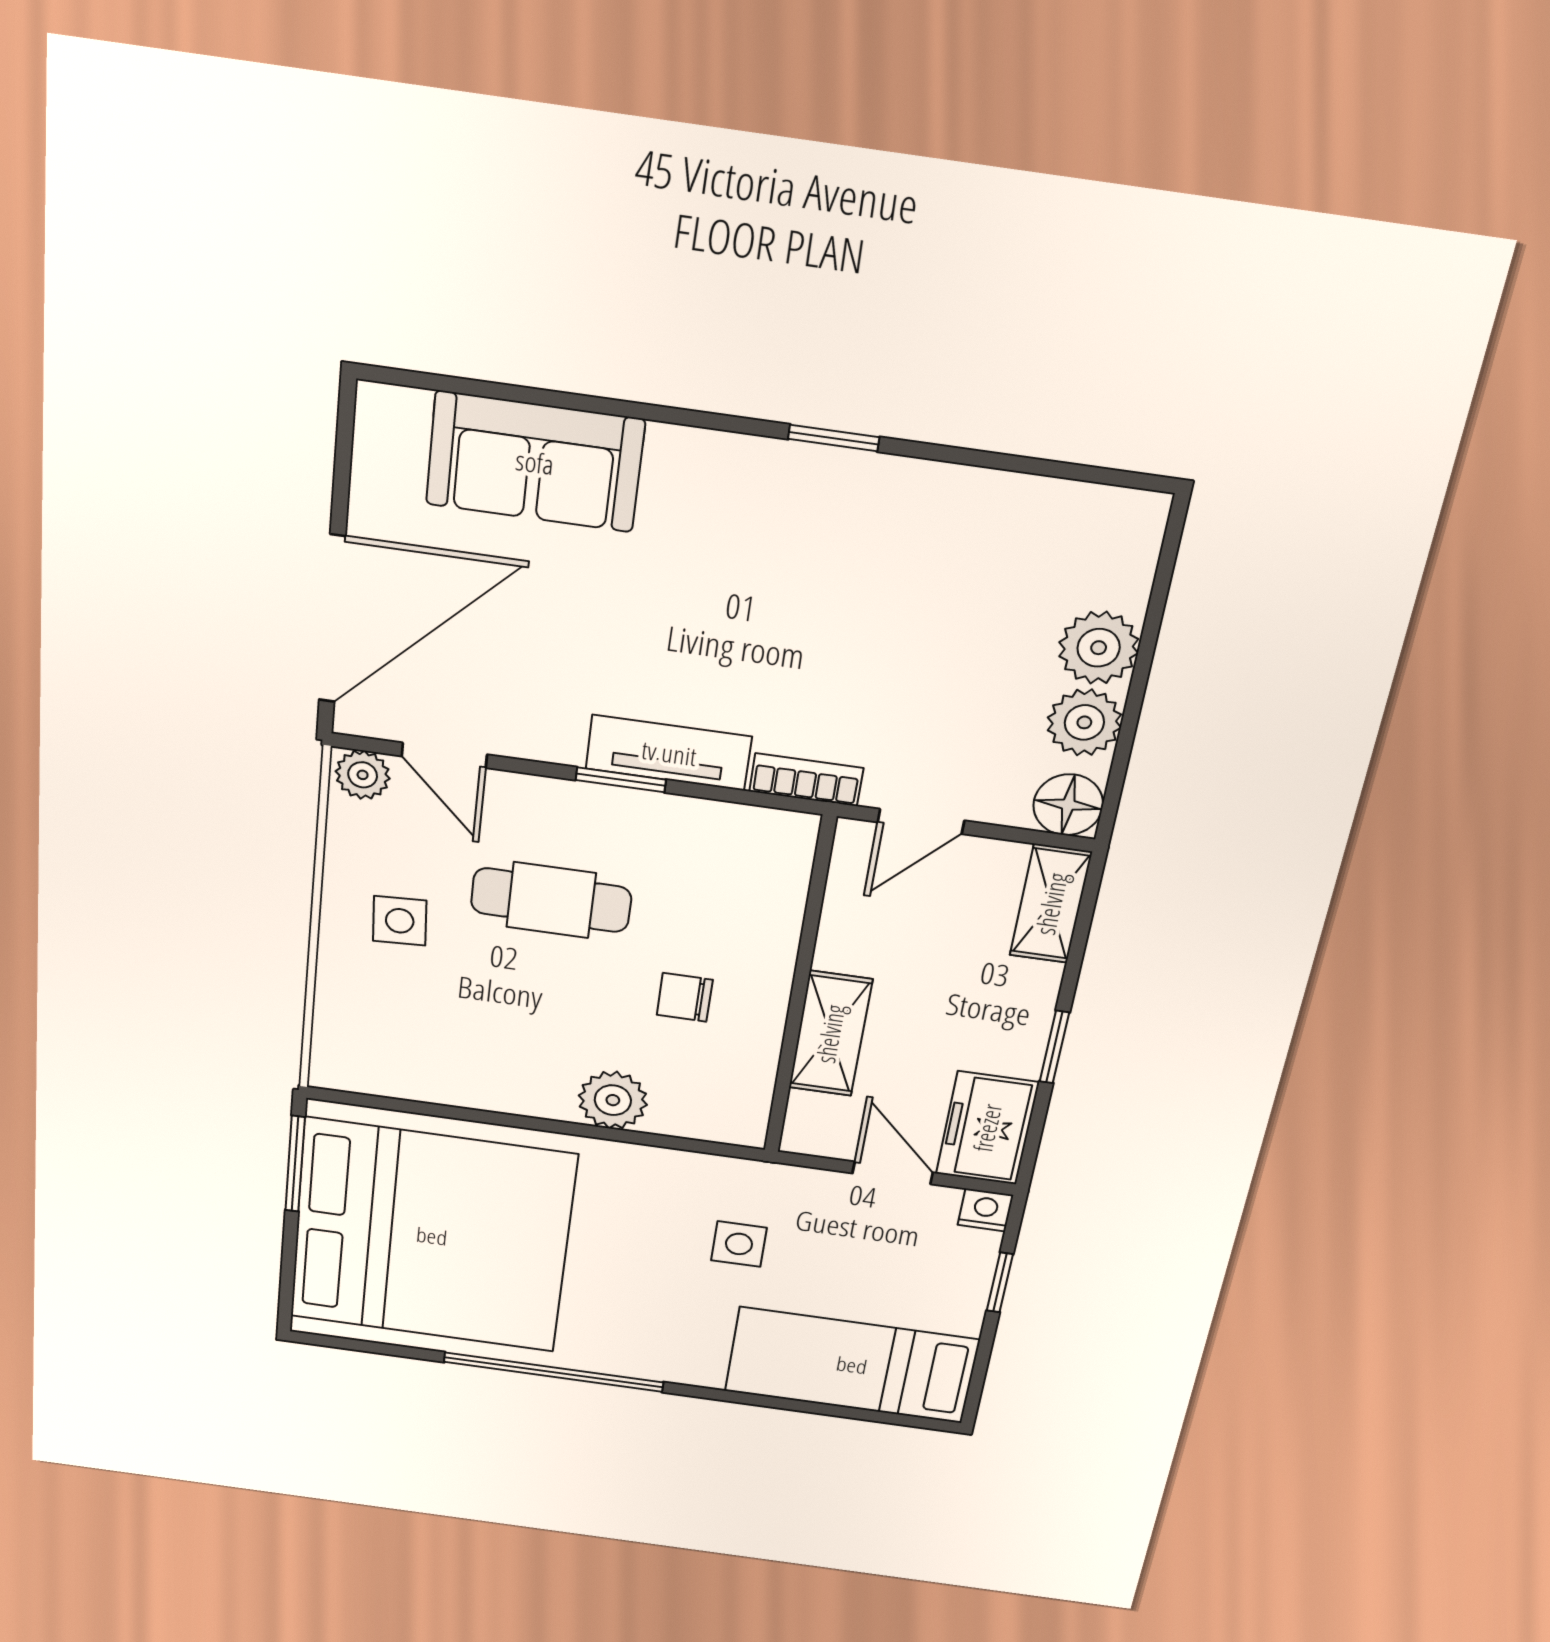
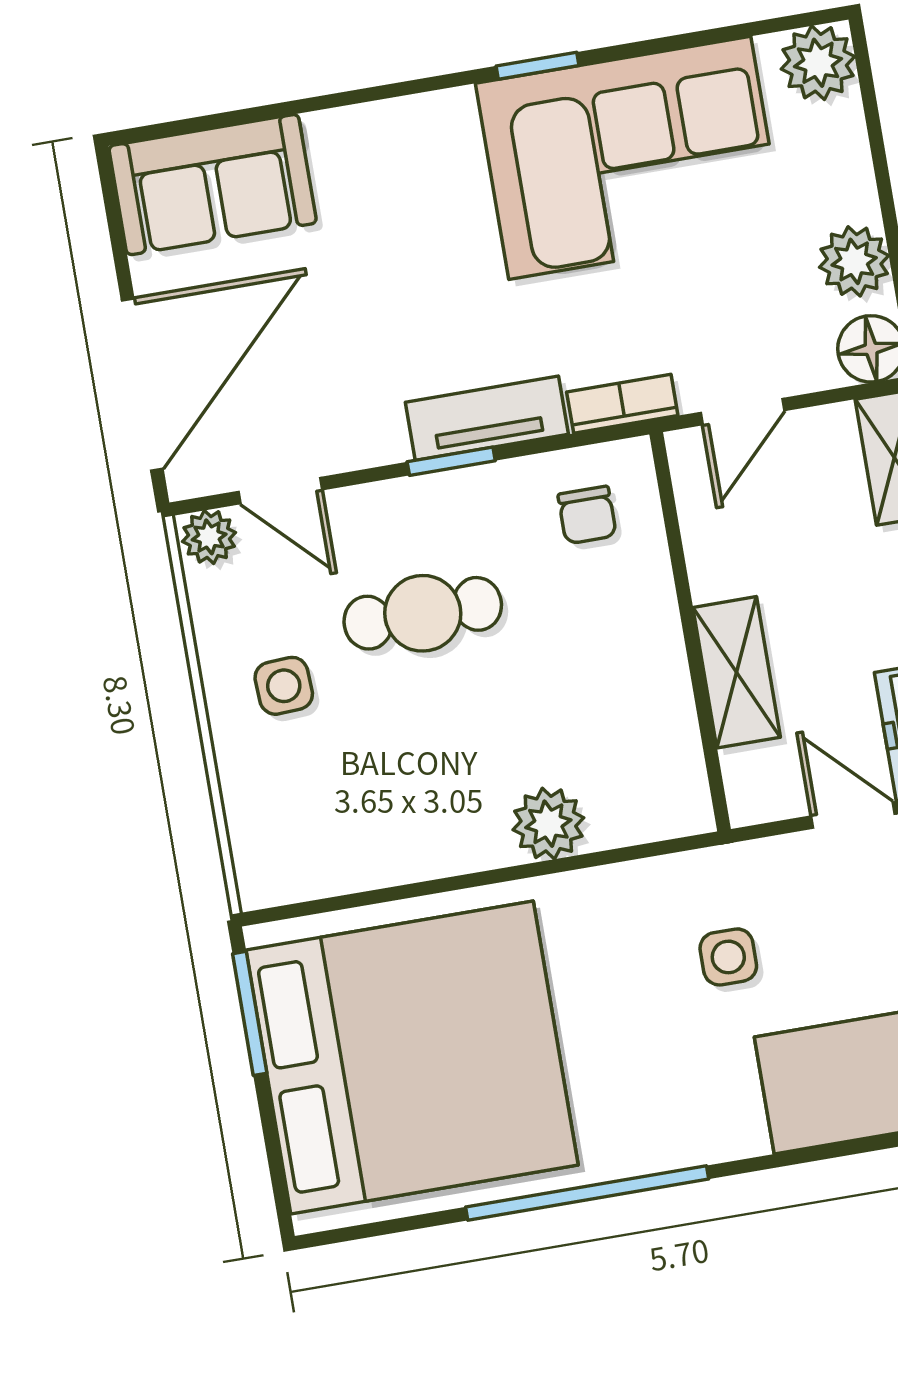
sofa: (535, 462) -> (213, 185), moved
corner sofa: (897, 558) -> (630, 158), added
plant: (1099, 648) -> (818, 63), moved
chair: (685, 997) -> (587, 515), moved, turned -90

